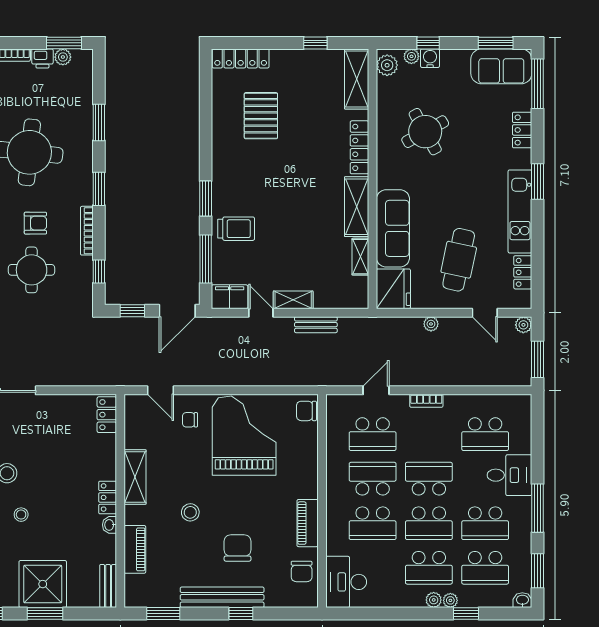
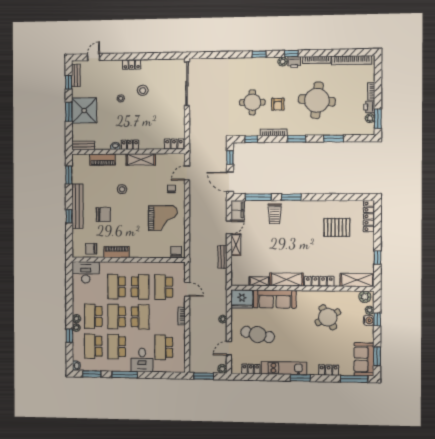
grand piano: (244, 436) -> (163, 218), width x0.73, depth x0.68

